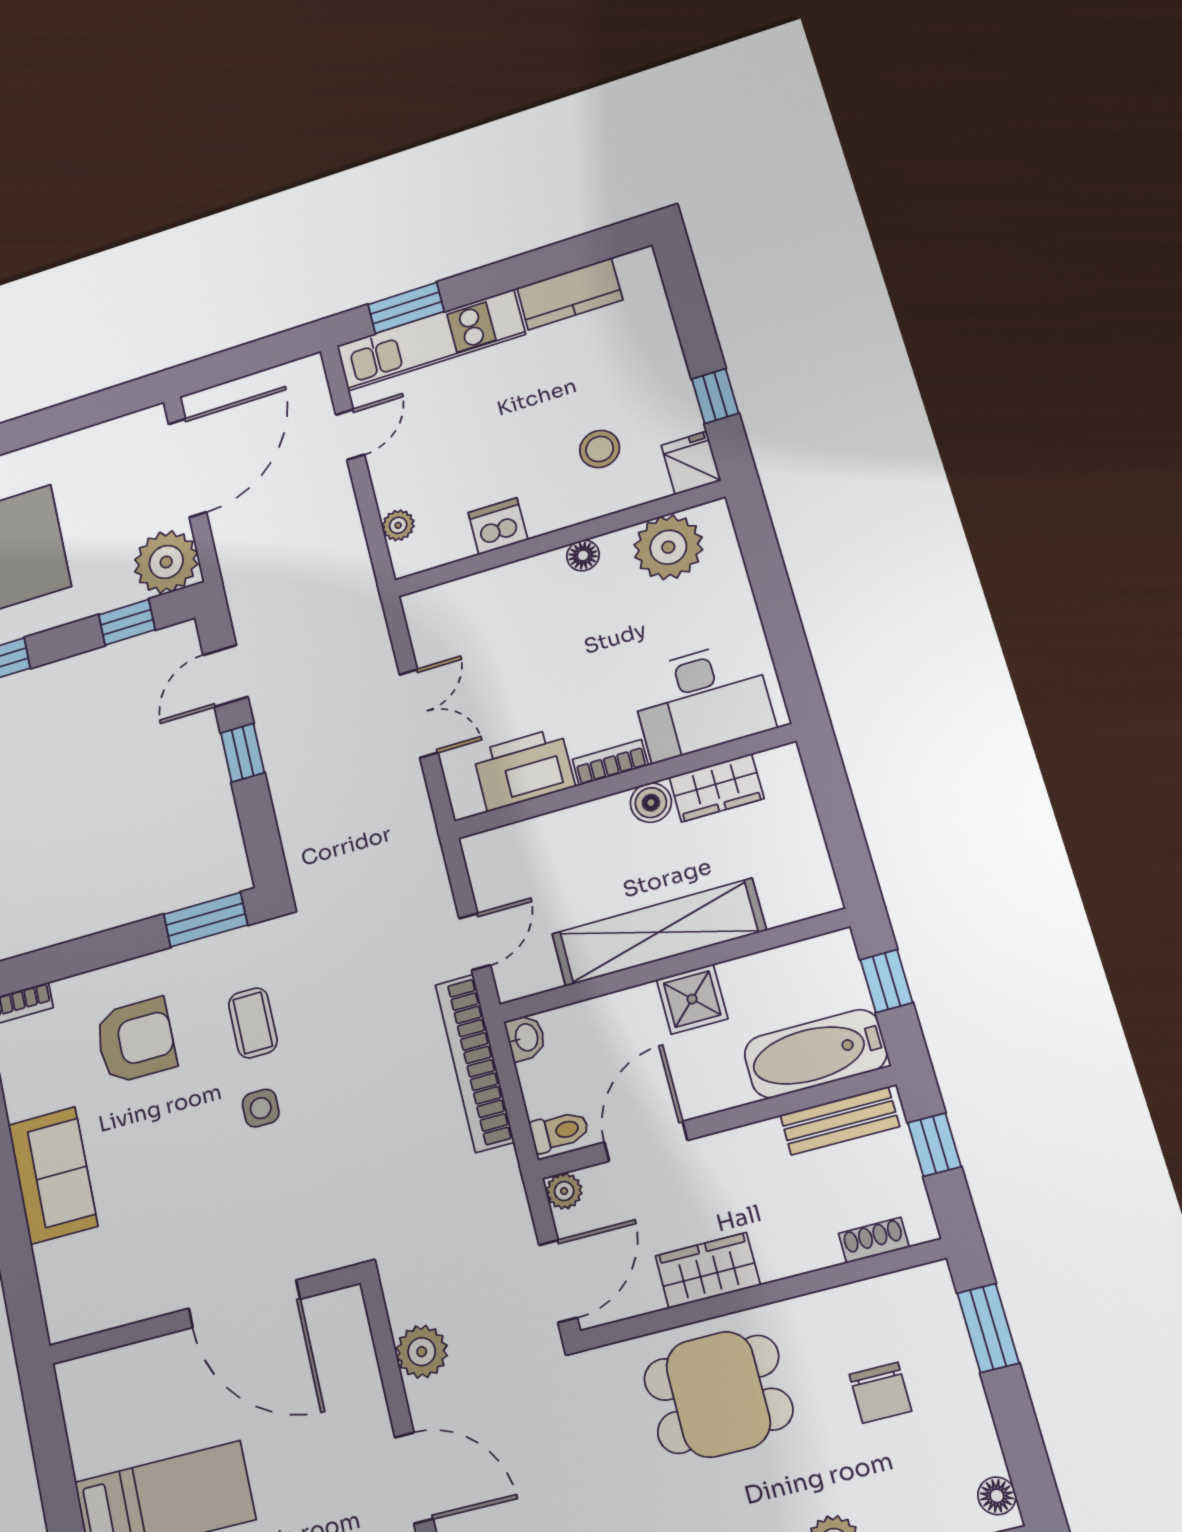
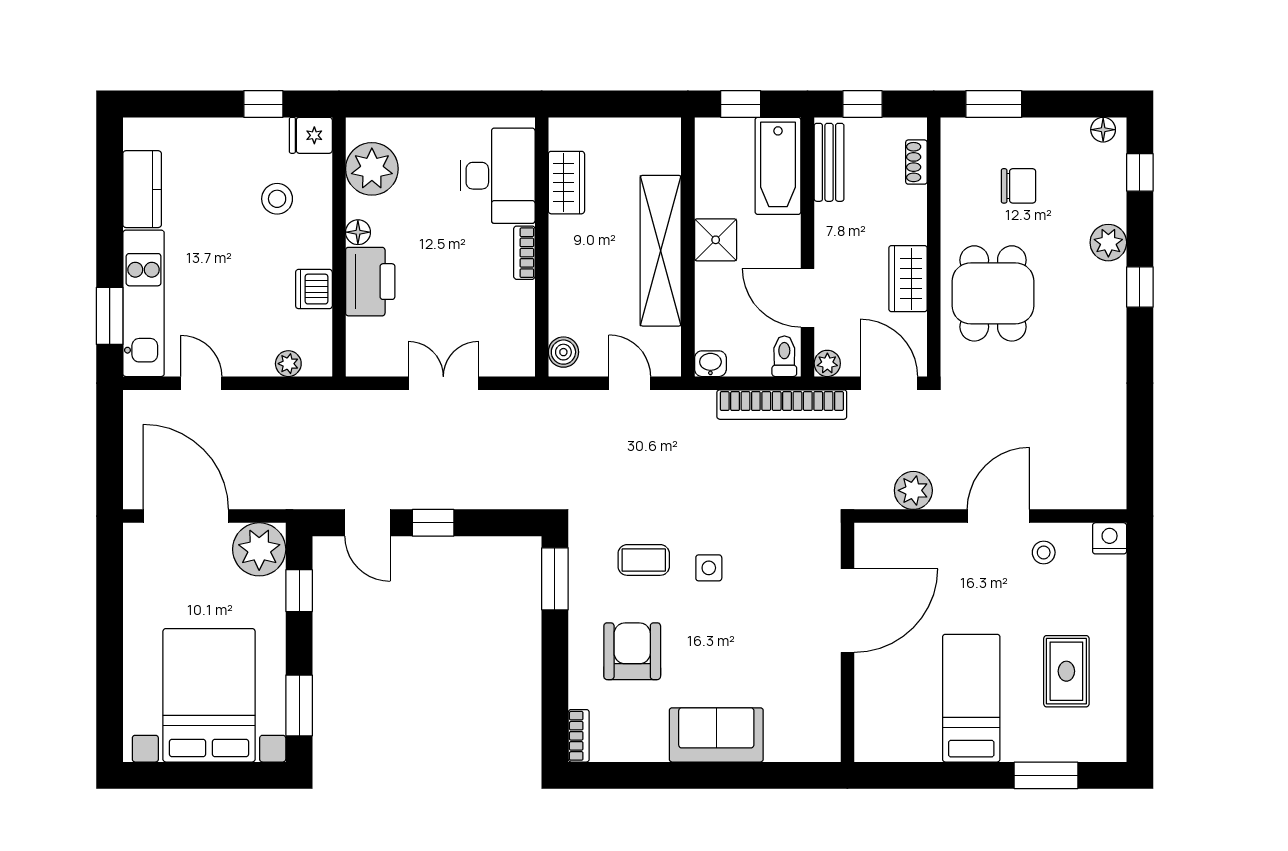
printer: (524, 769) -> (370, 282), moved, turned 180
boiler: (651, 803) -> (563, 352), moved
bookcase: (474, 1063) -> (782, 405), moved

